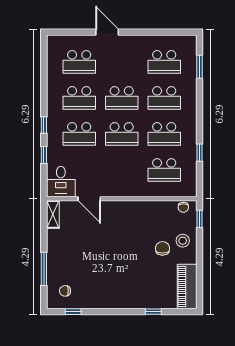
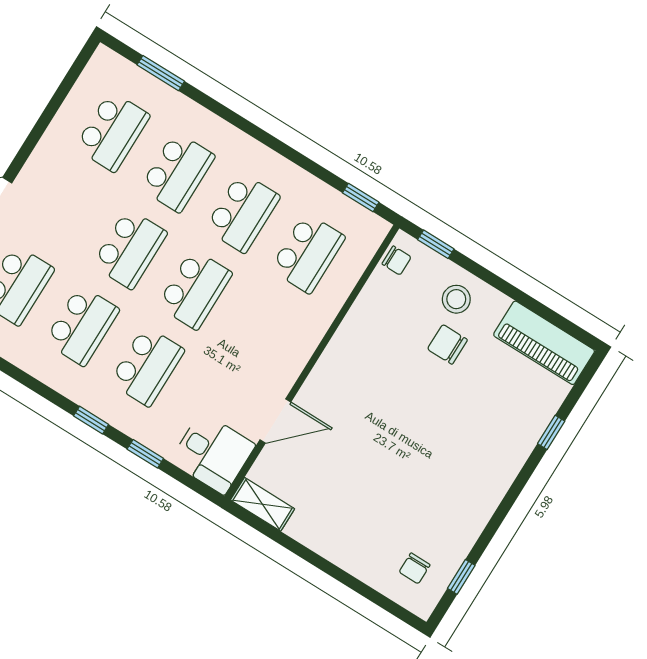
window: (200, 153) -> (361, 198), moved
window: (44, 269) -> (351, 582), removed

